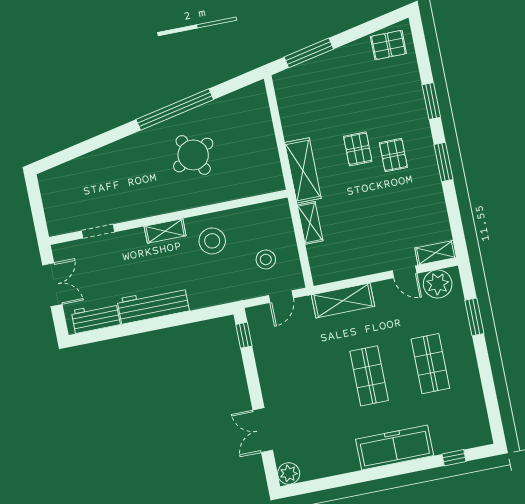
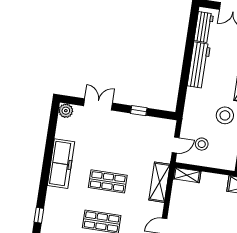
shelving: (310, 223) -> (187, 175), moved
door: (281, 297) -> (176, 145), swing flipped
window: (244, 335) -> (139, 111), moved
freezer: (395, 447) -> (61, 164), moved

